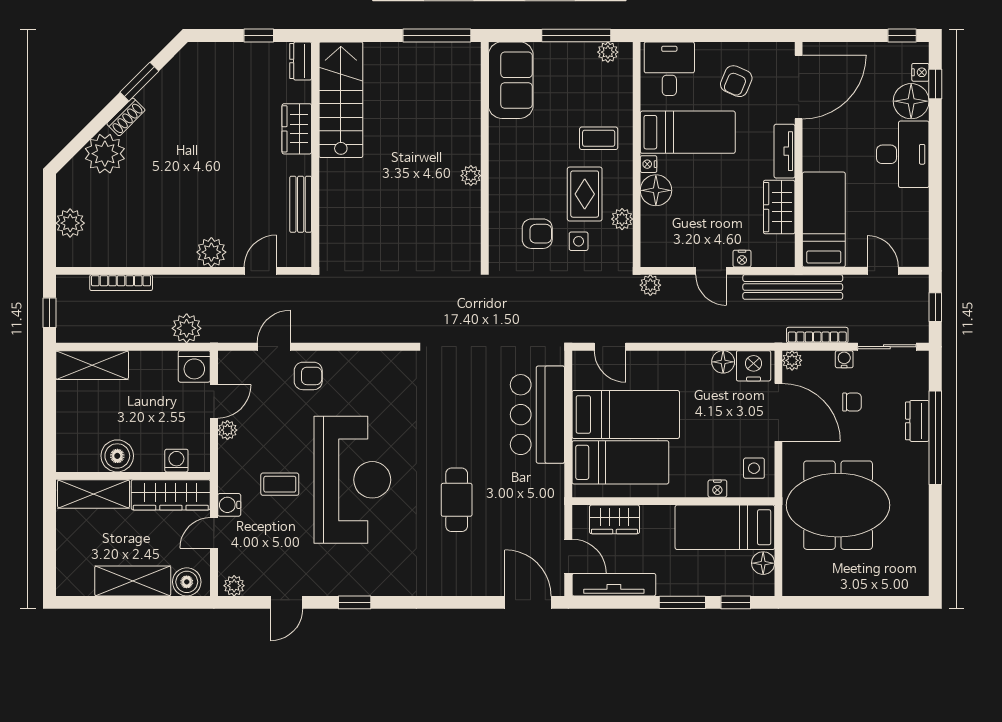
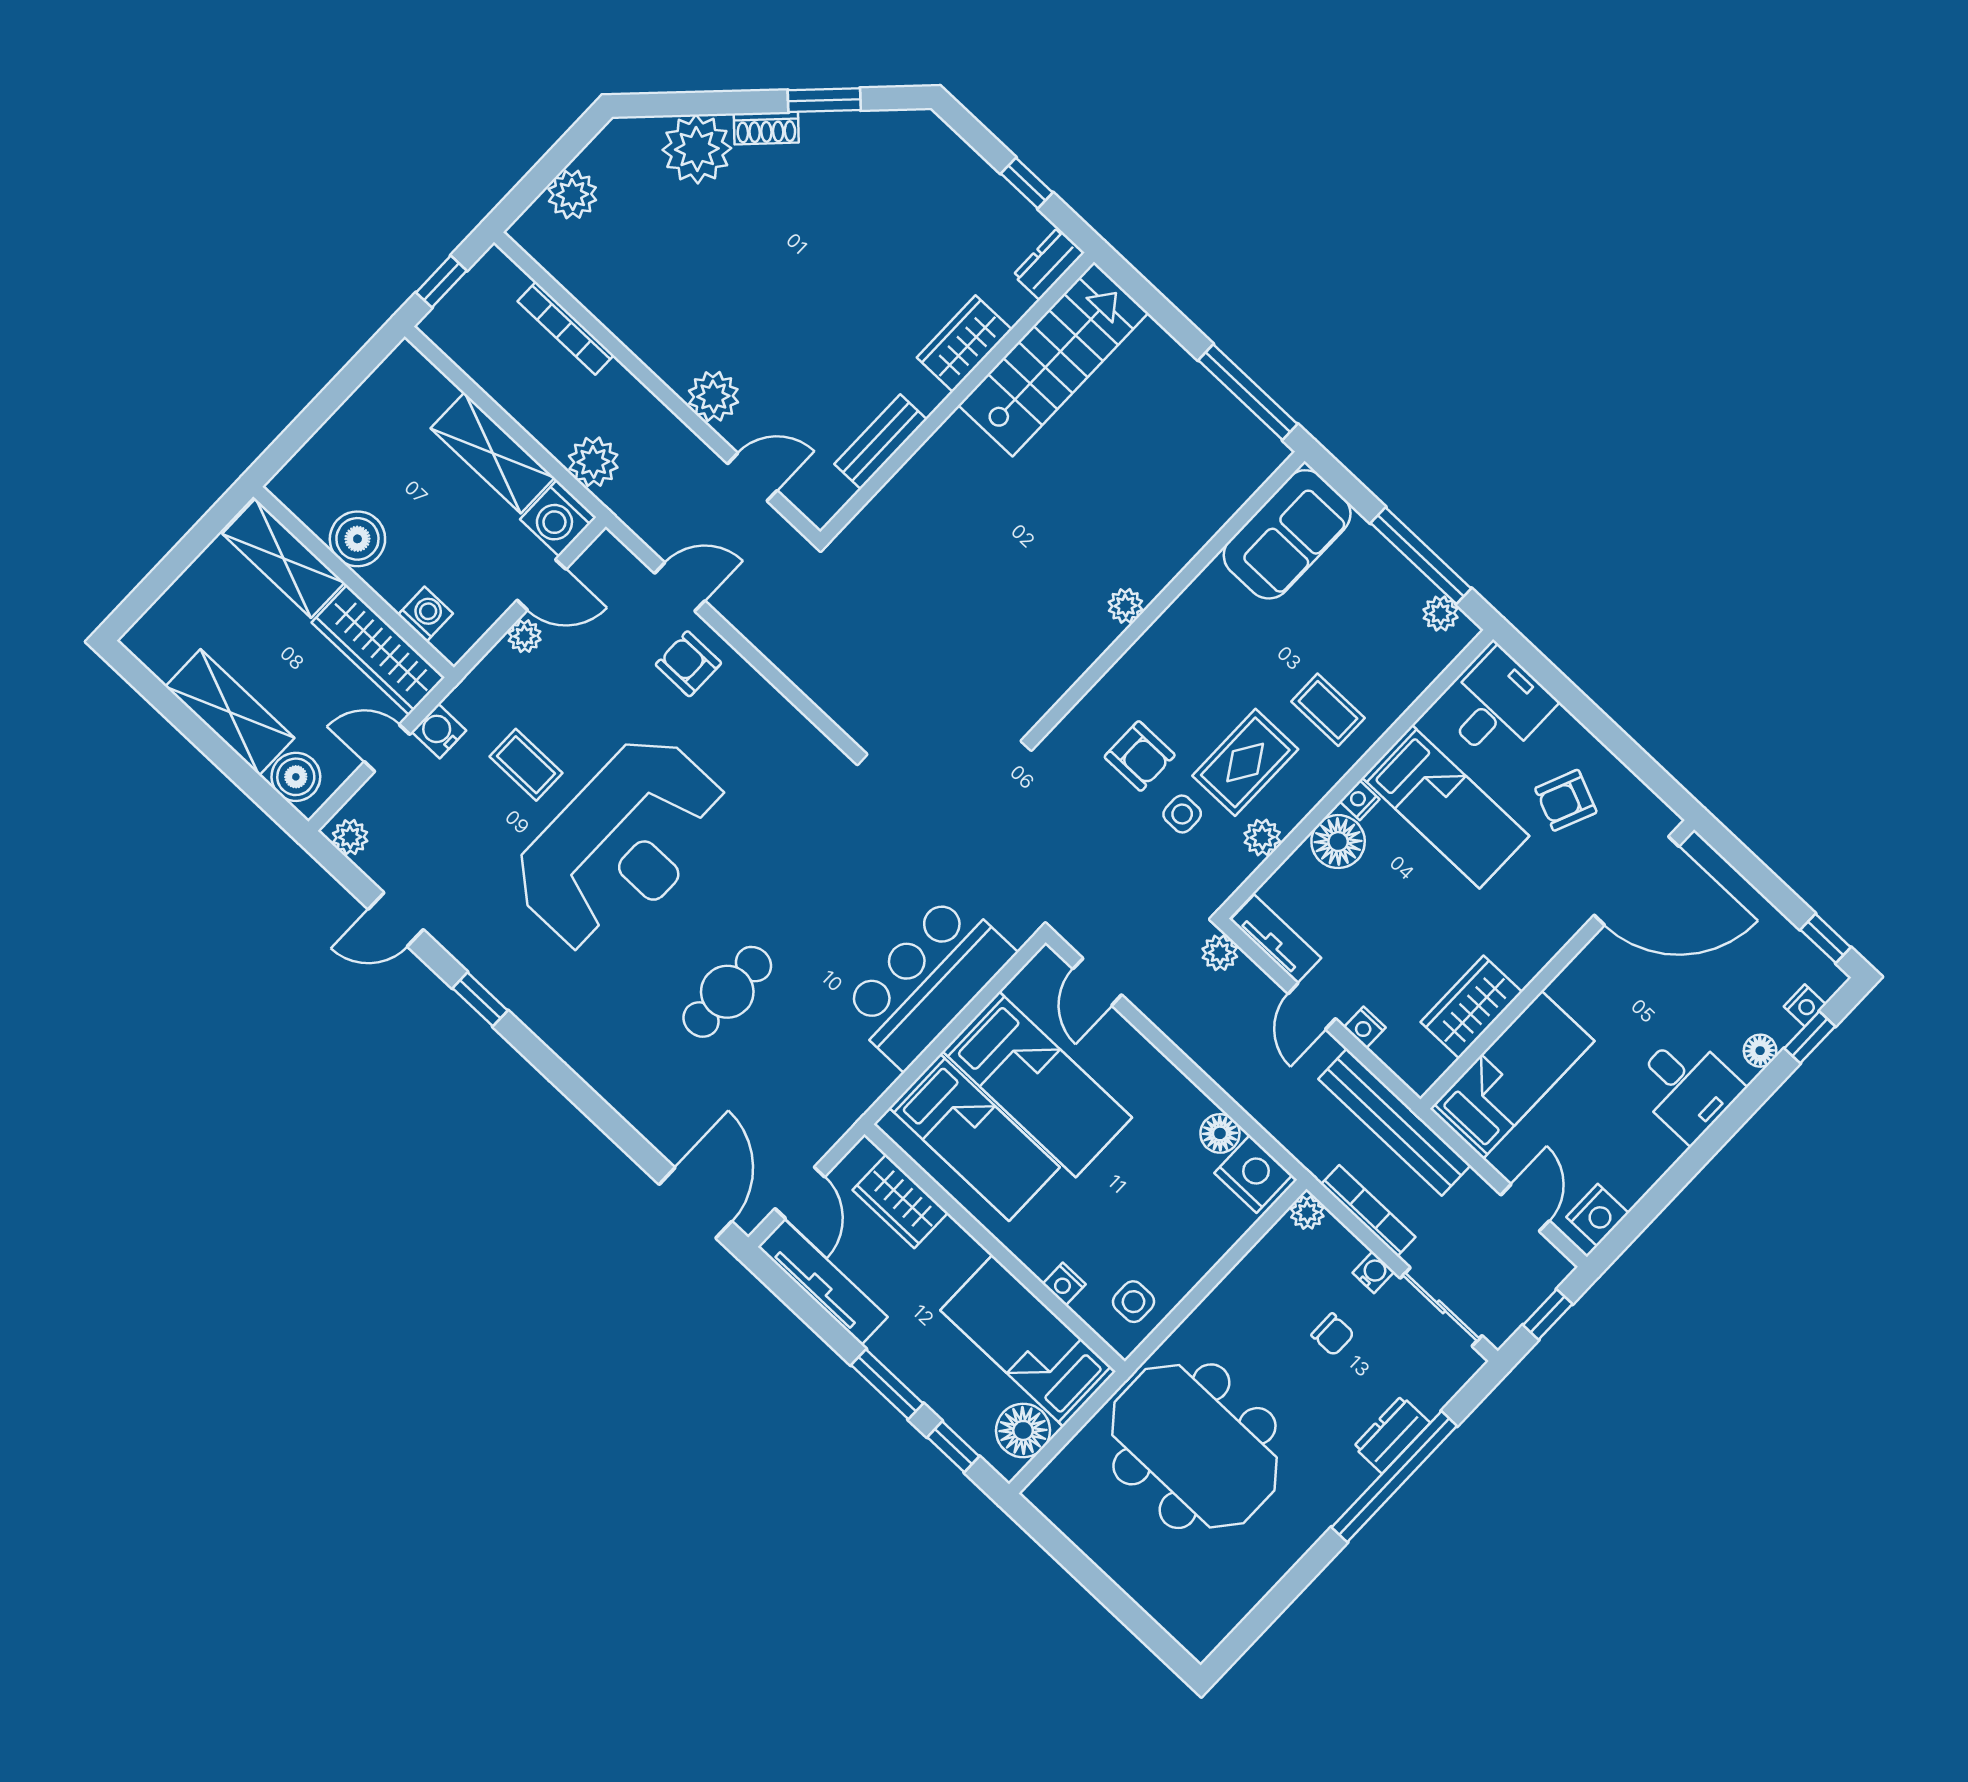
floor lamp: (911, 101) -> (1760, 1051), width x0.53, depth x0.53
tv unit: (784, 151) -> (1276, 939), moved, turned 90
desk: (903, 154) -> (1687, 1087), width x0.73
nightstand: (916, 245) -> (1598, 1215), added
shelving: (92, 365) -> (493, 453), moved
armchair: (308, 376) -> (688, 664), turned 180
door: (778, 412) -> (1229, 1261), removed
floor lamp: (763, 563) -> (1023, 1430), width x1.38, depth x1.38

